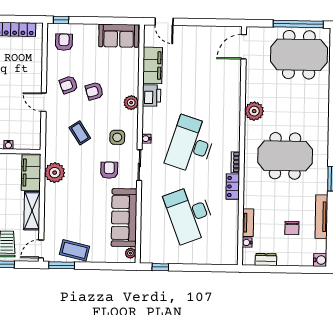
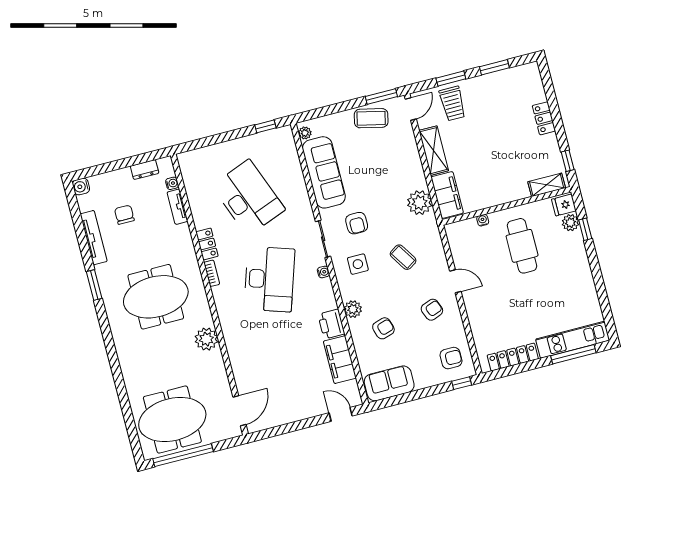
armchair: (64, 42) -> (451, 358), turned -90
armchair: (94, 91) -> (383, 328), moved

